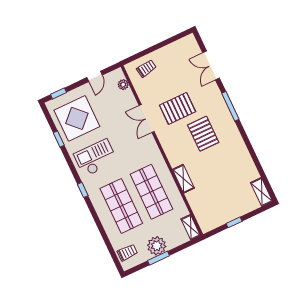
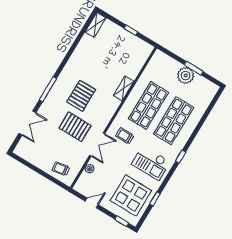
plant: (123, 85) -> (90, 169), moved
shelving: (191, 227) -> (156, 60), removed
trolley: (127, 253) -> (125, 136), moved

